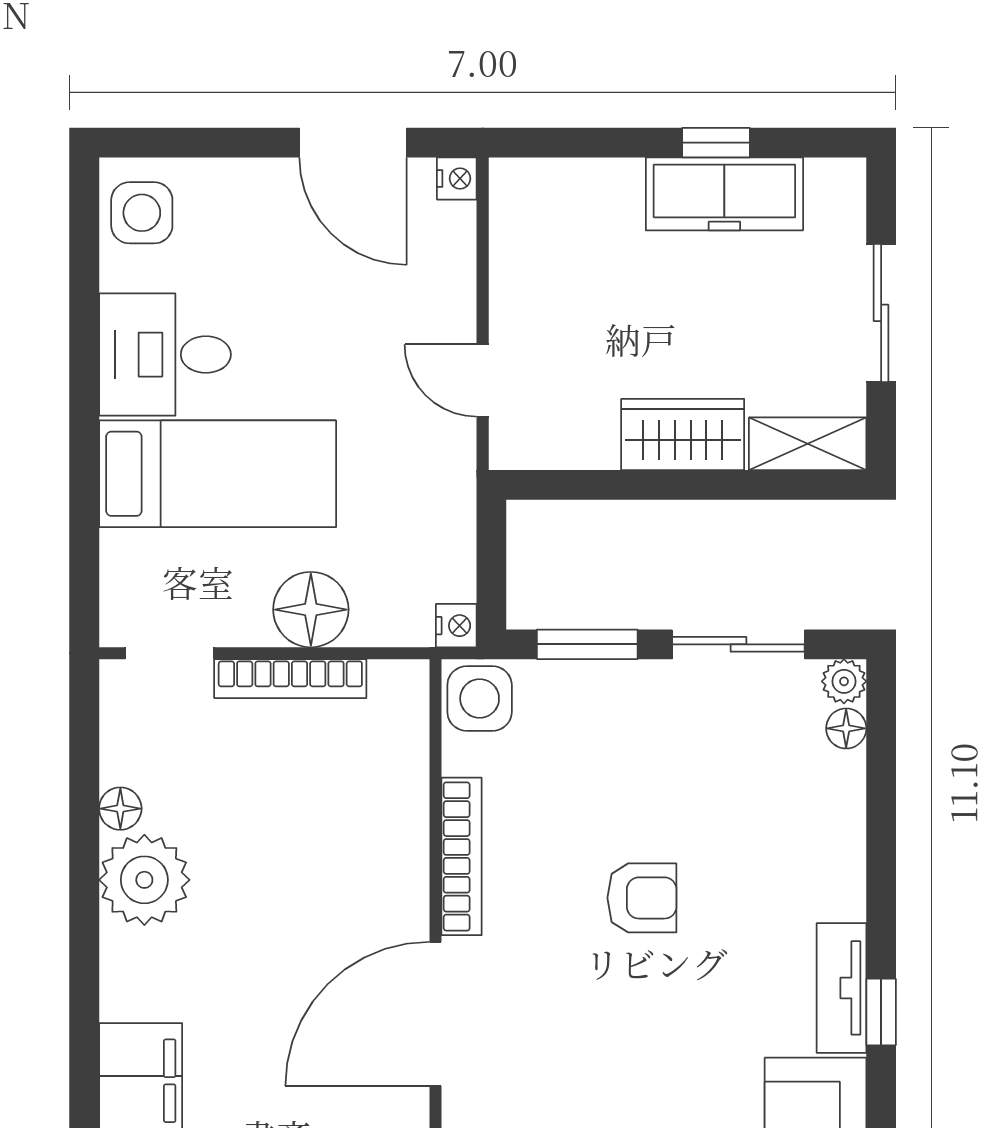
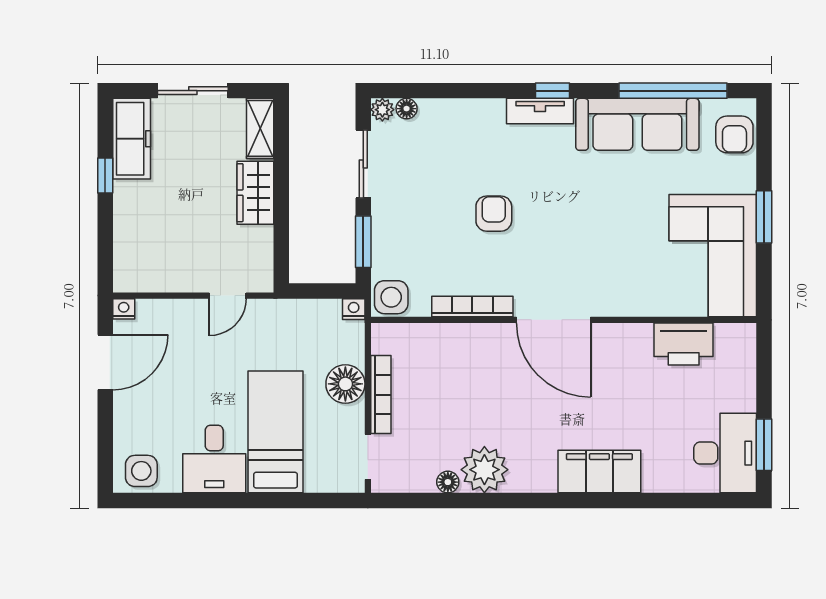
freezer: (724, 194) -> (132, 139), moved

